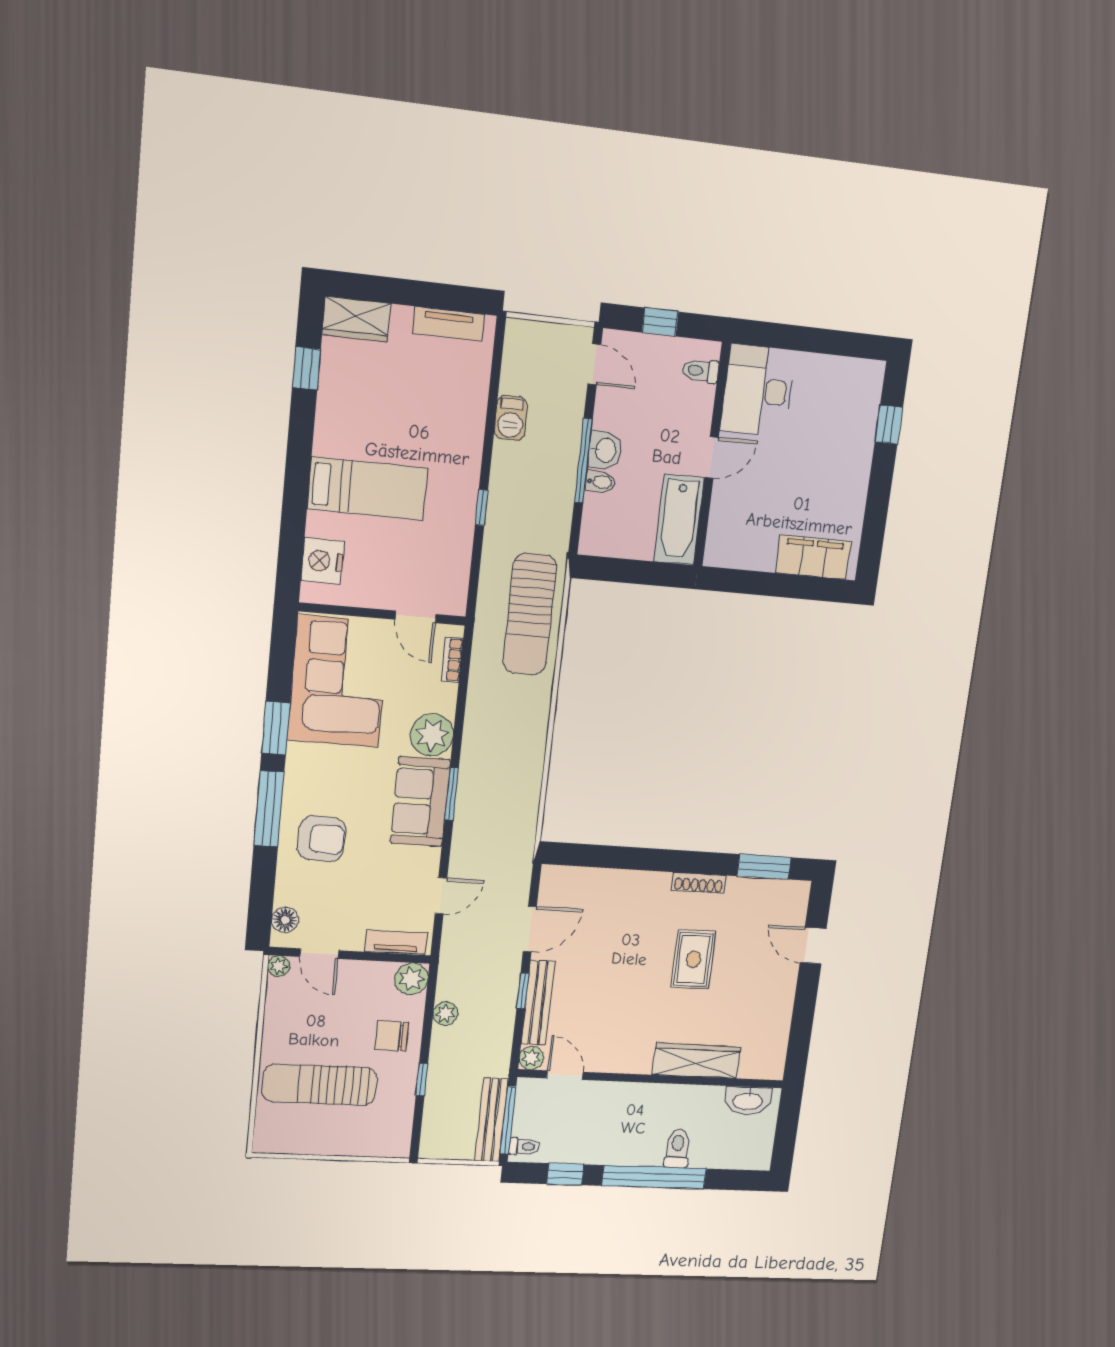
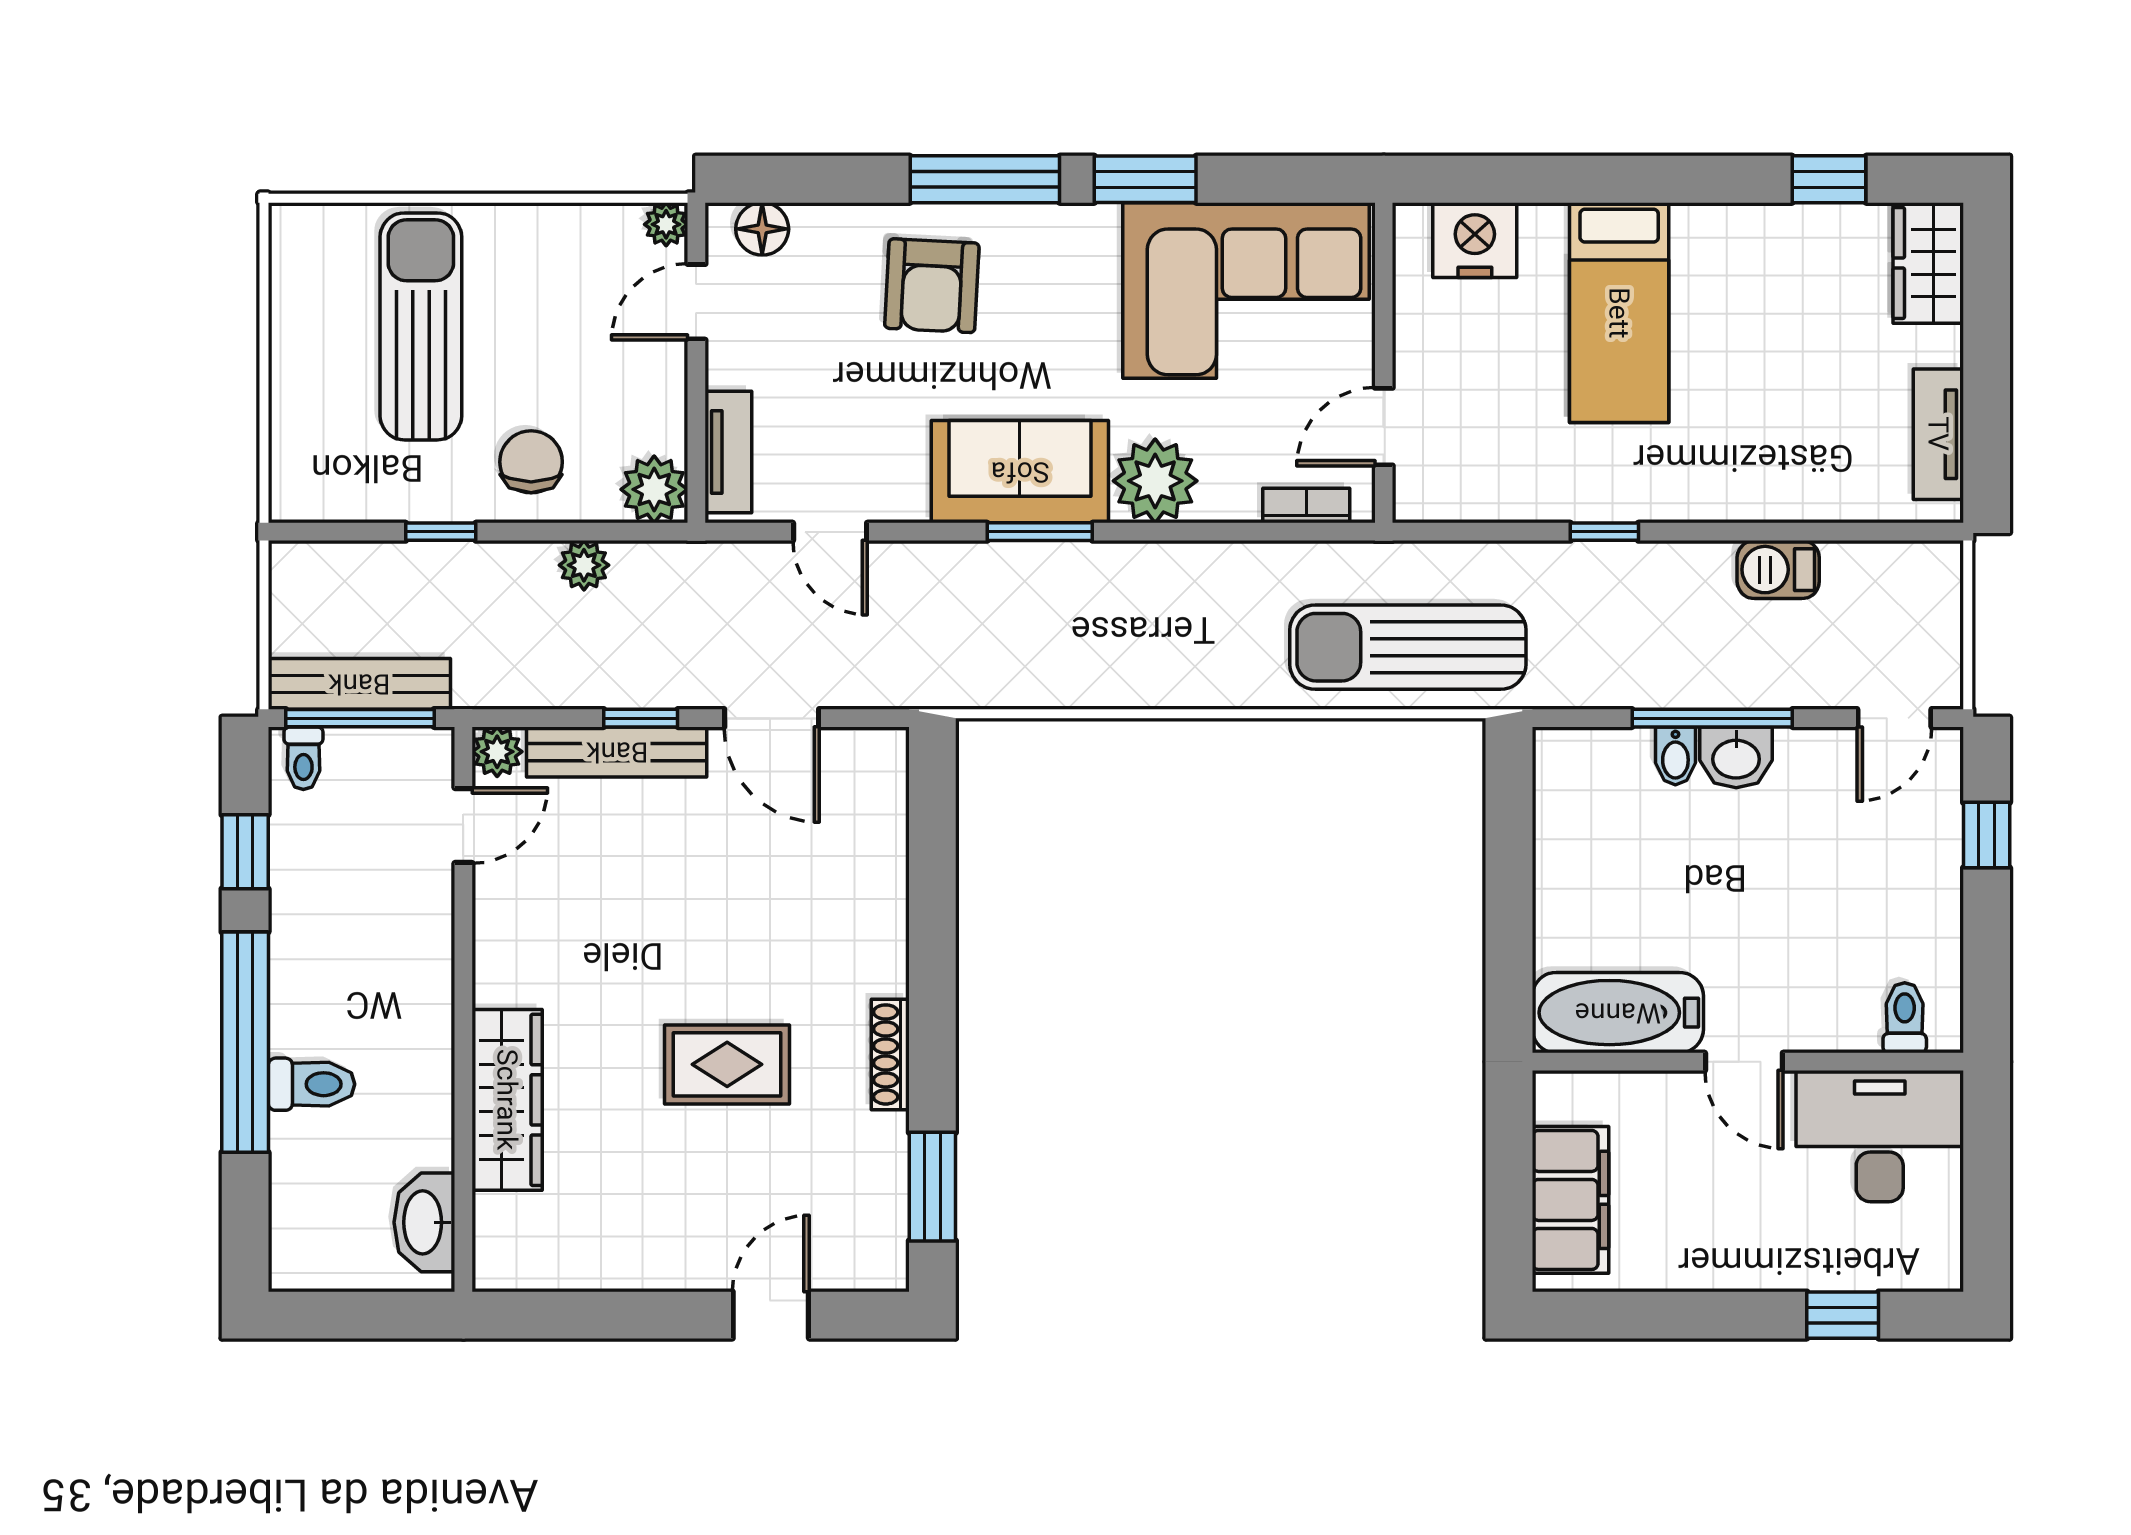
toilet: (700, 371) -> (1905, 1018), moved
desk: (758, 391) -> (1880, 1136), moved
wall: (712, 455) -> (1748, 1062), moved
door: (712, 457) -> (1744, 1062), moved
bathtub: (679, 520) -> (1618, 1013), moved

